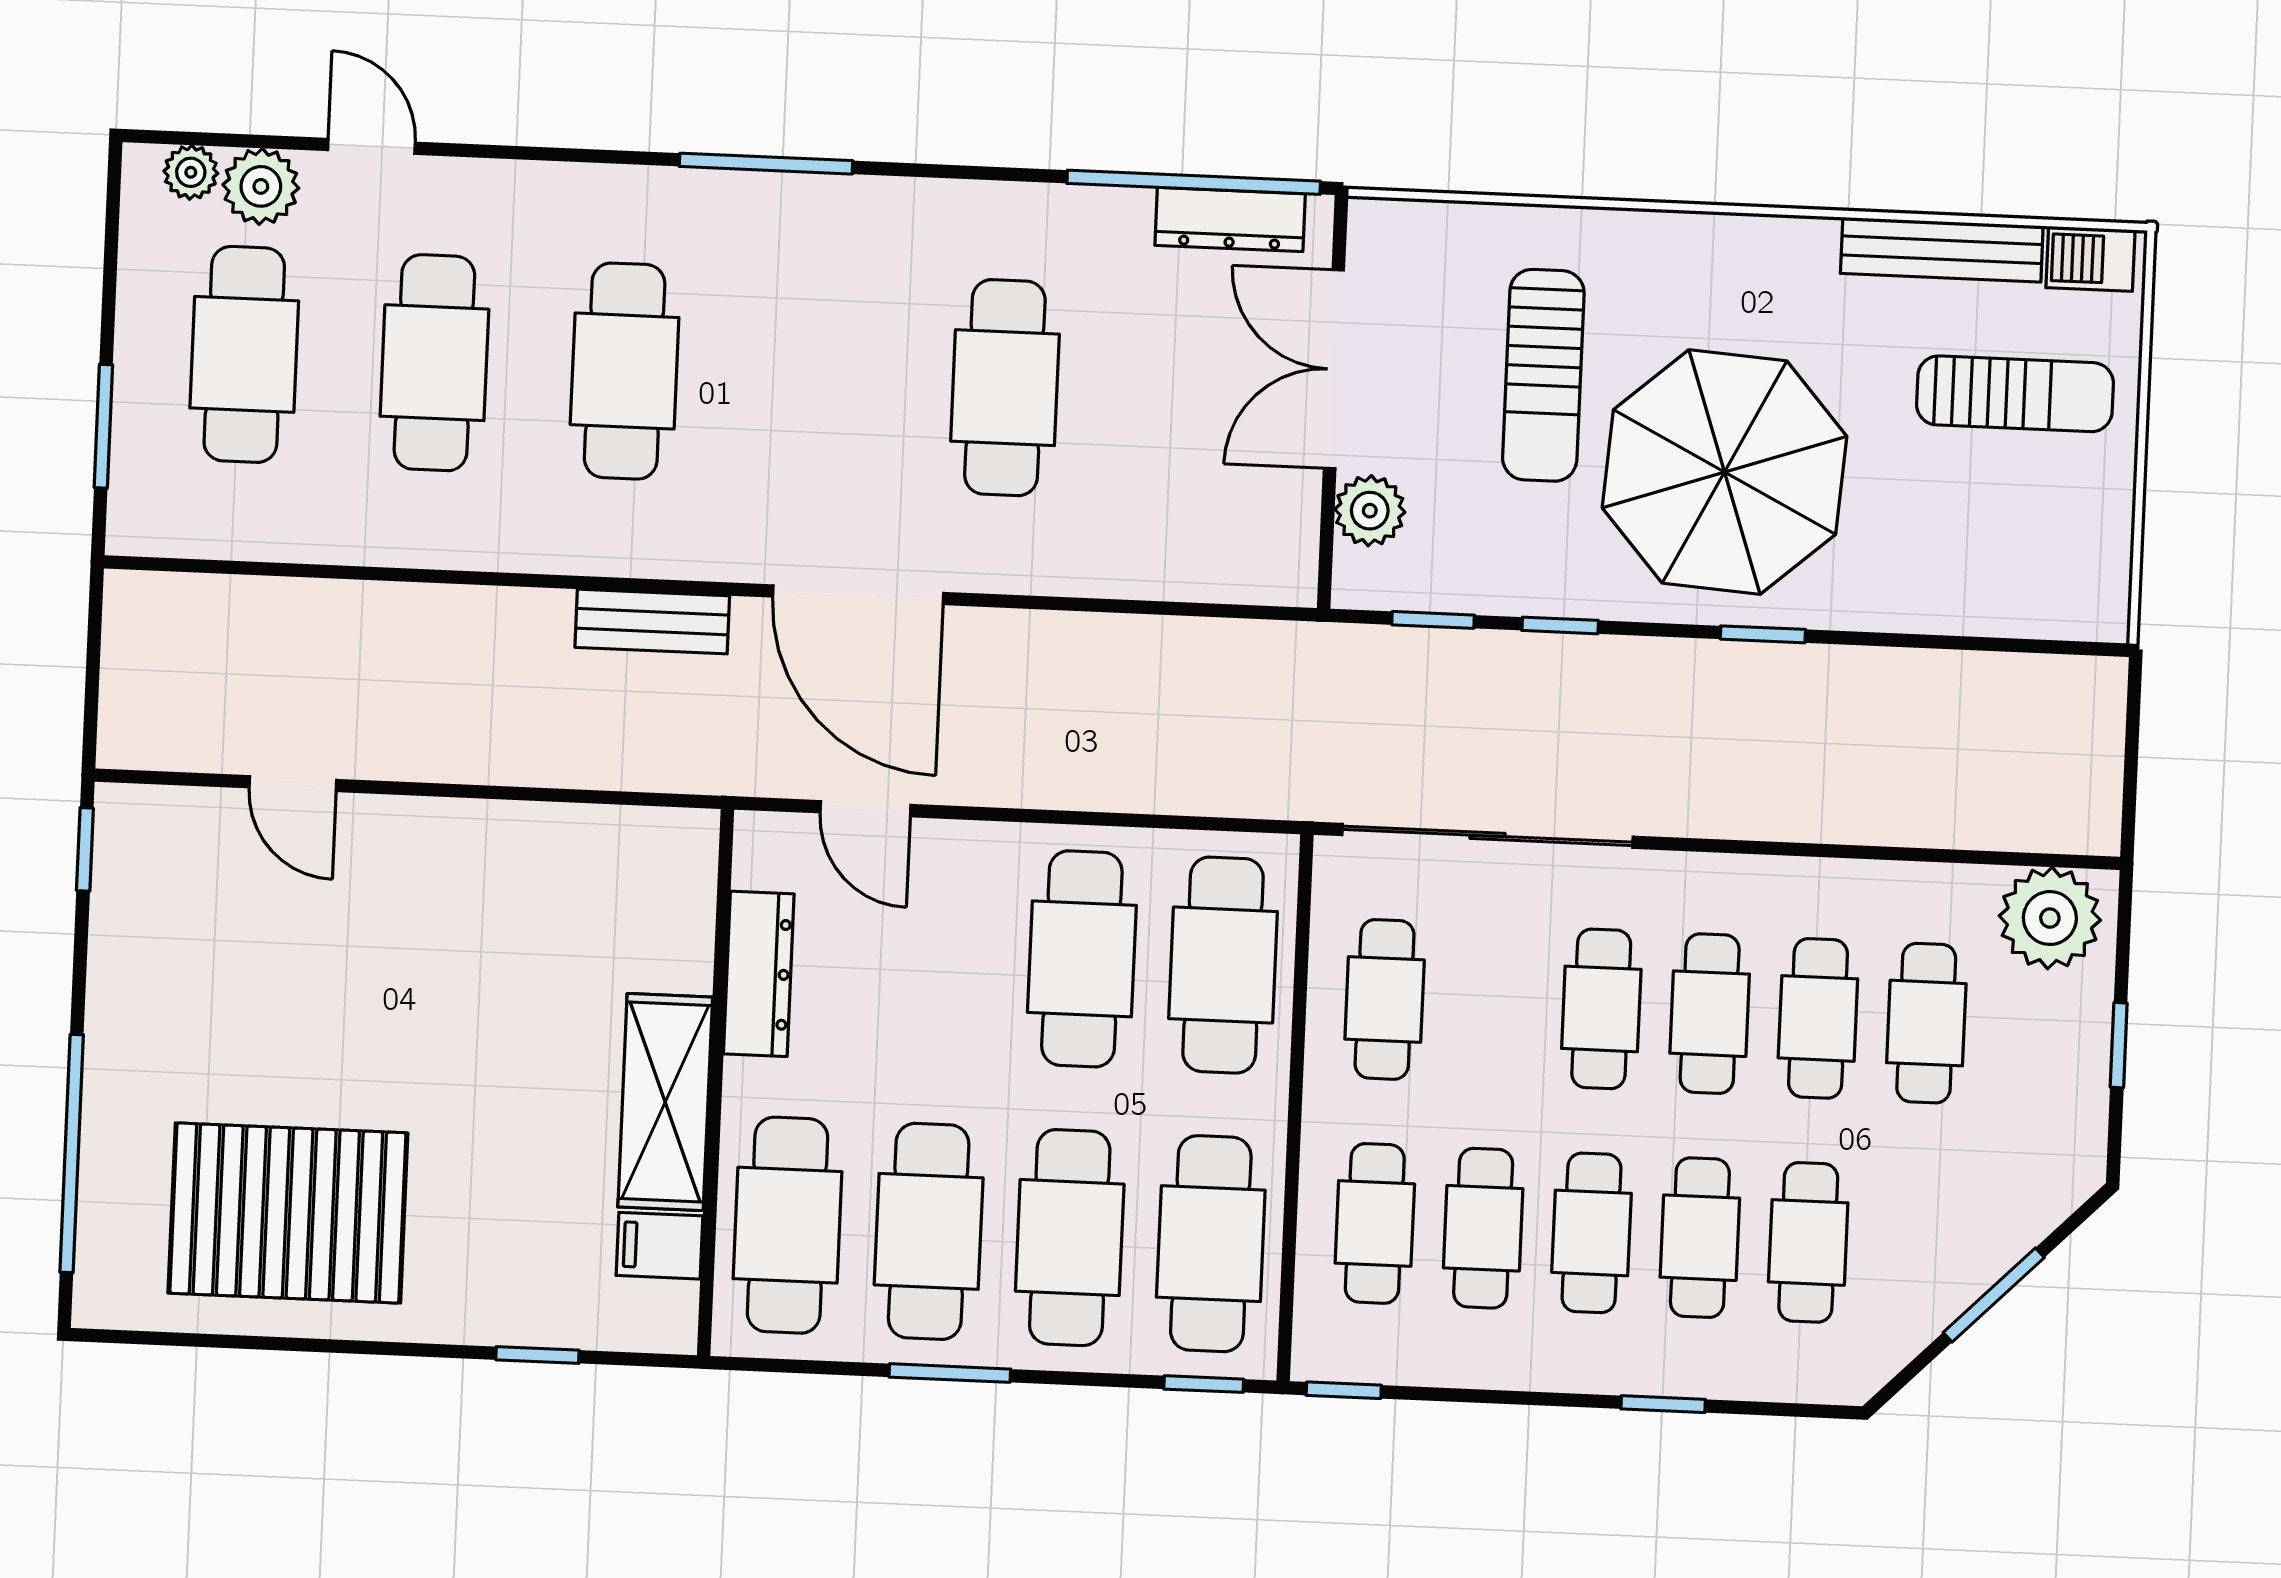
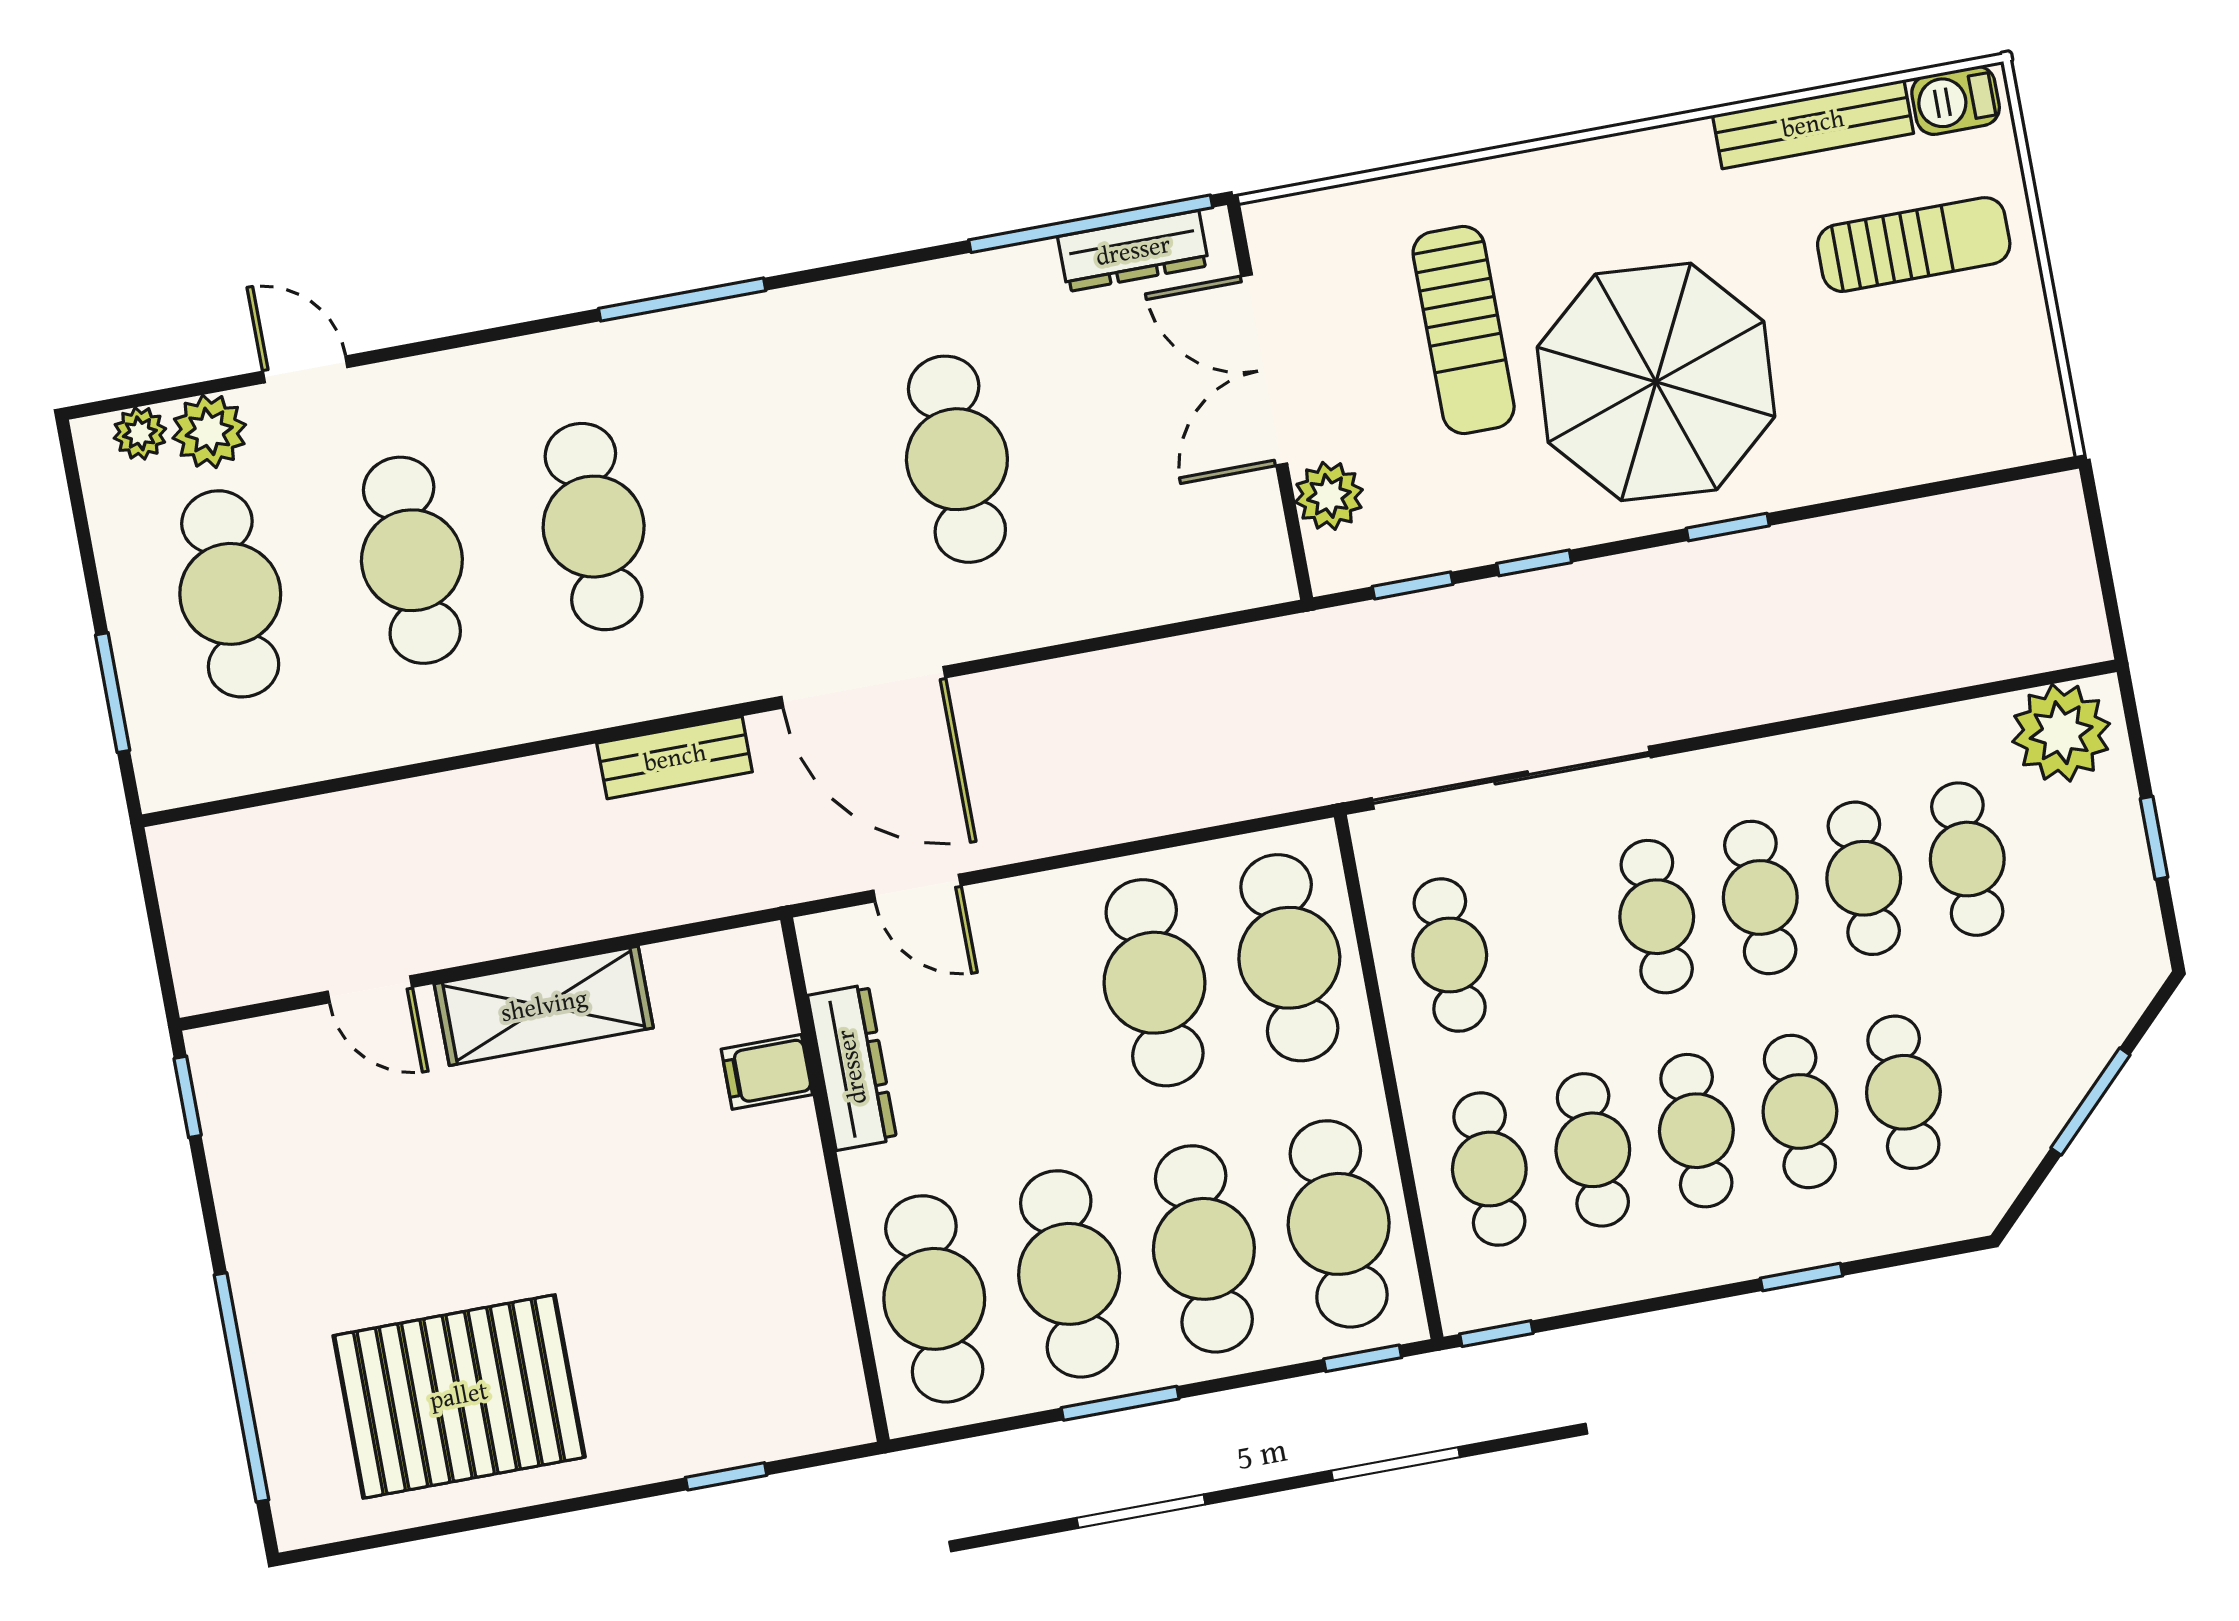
shelving: (665, 1102) -> (544, 1006), moved, turned 90
filing cabinet: (660, 1246) -> (767, 1072), moved

